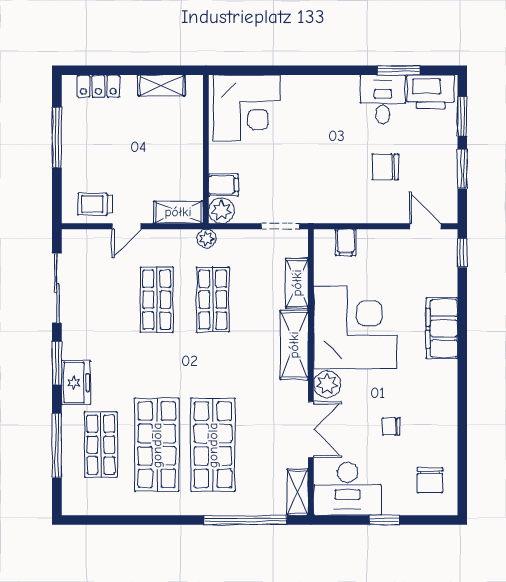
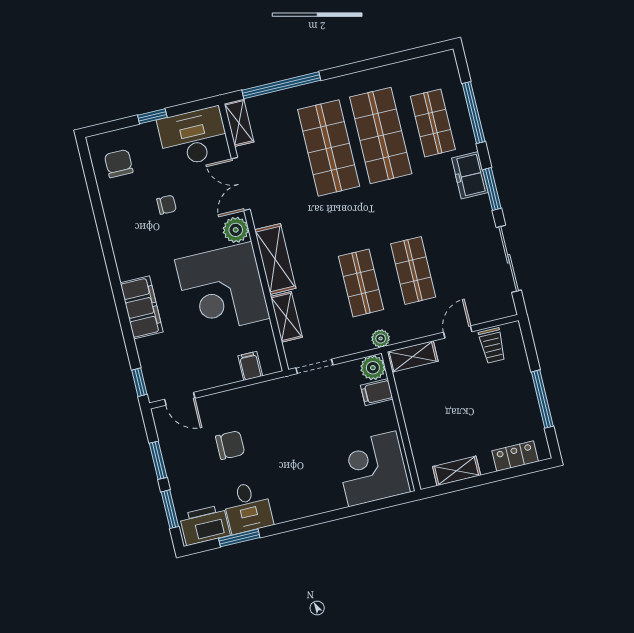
trolley: (95, 204) -> (492, 346), turned 90

